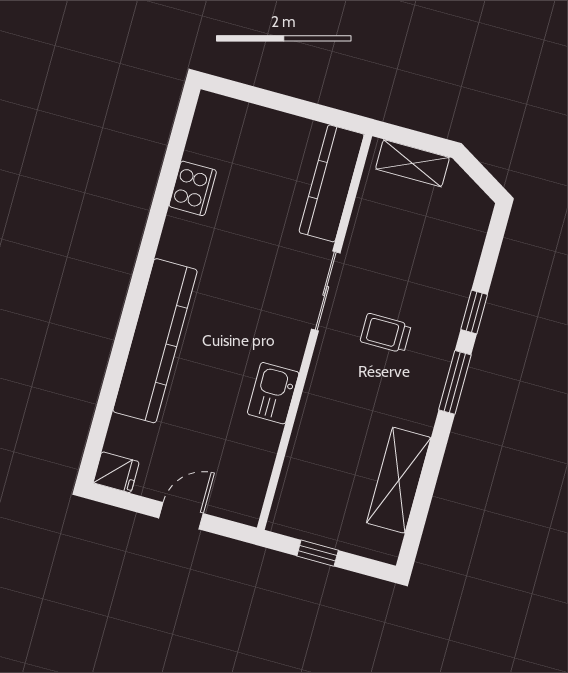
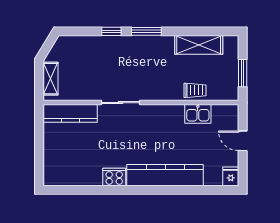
cooker: (193, 188) -> (114, 177), moved
trolley: (386, 333) -> (195, 90), moved, turned -90
kitchen sink: (273, 393) -> (198, 114), moved
window: (318, 553) -> (243, 73), width x1.50

